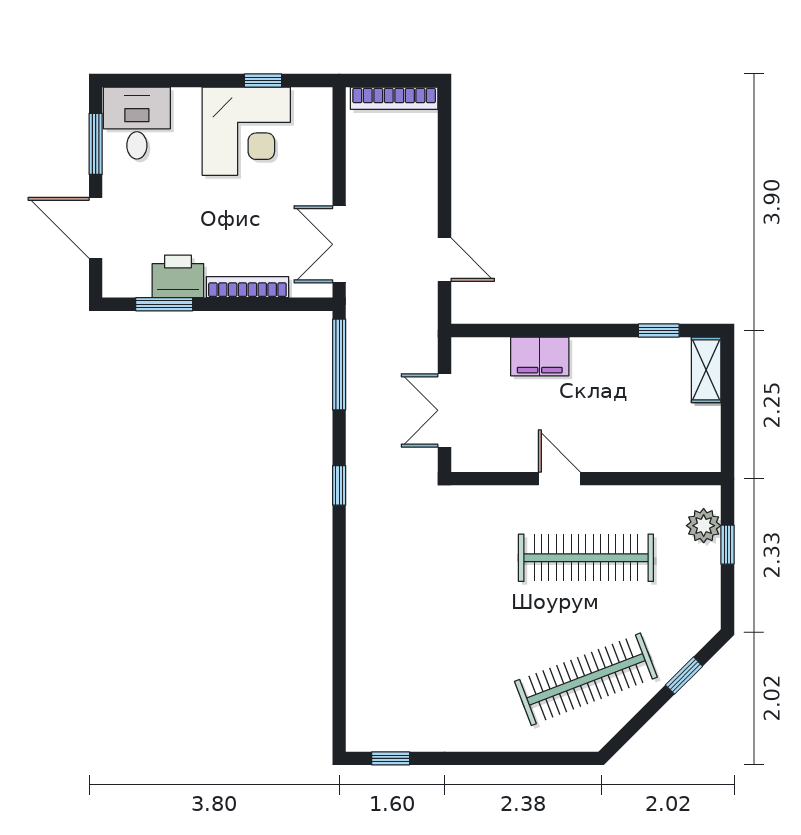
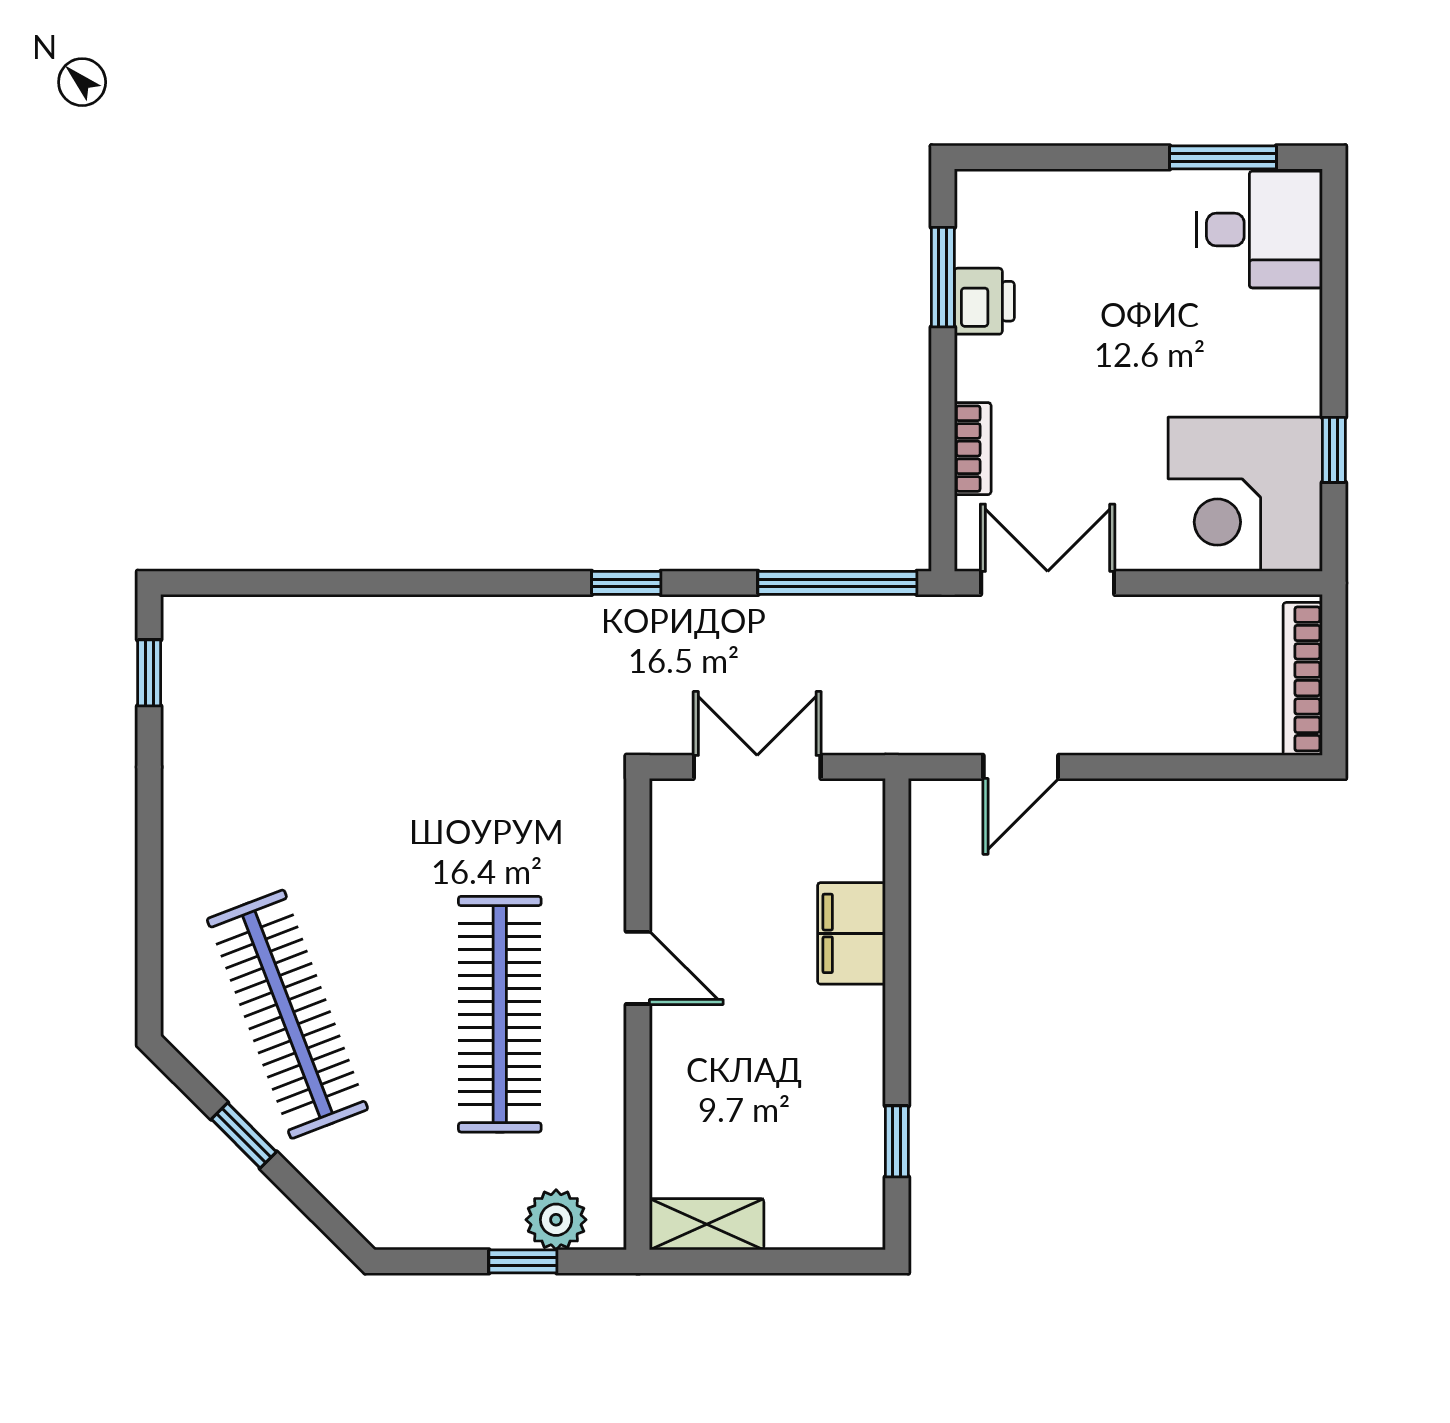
corner desk: (246, 131) -> (1245, 494), moved
door: (96, 228) -> (1076, 157), removed
printer: (178, 276) -> (984, 301), width x0.73, depth x0.81
bookcase: (247, 287) -> (973, 449), width x0.64
shelving: (706, 370) -> (707, 1224), moved
door: (559, 479) -> (638, 968), hinge flipped
window: (684, 676) -> (244, 1135), moved

